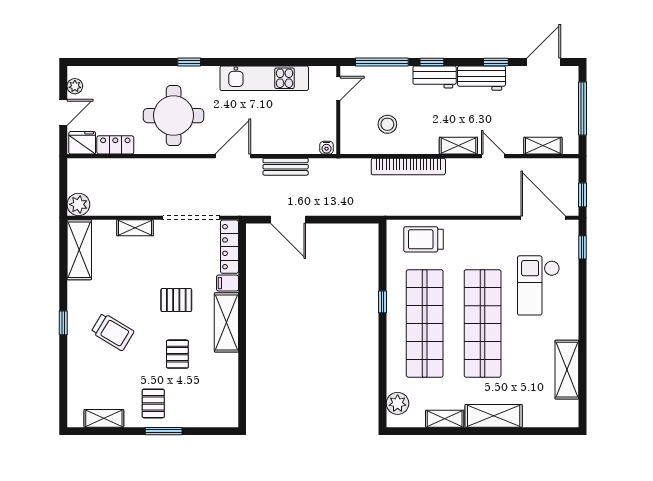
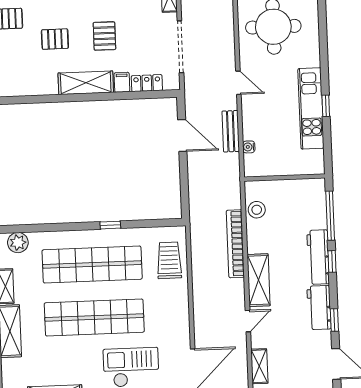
window: (189, 62) -> (326, 106), moved
workbench: (435, 77) -> (318, 257), width x1.38
door: (338, 88) -> (304, 177), removed
stool: (387, 124) -> (257, 210), moved
shelving: (458, 146) -> (259, 280), width x1.50, depth x1.33
water cooler: (327, 148) -> (249, 147), moved
door: (233, 156) -> (238, 83), width x0.73
door: (288, 220) -> (182, 136), swing flipped
locker: (229, 247) -> (147, 83), width x0.66

